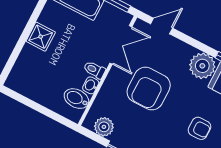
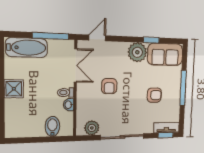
armchair: (149, 89) -> (109, 86), width x0.53, depth x0.53
bidet: (76, 99) -> (52, 126), moved, turned 90

